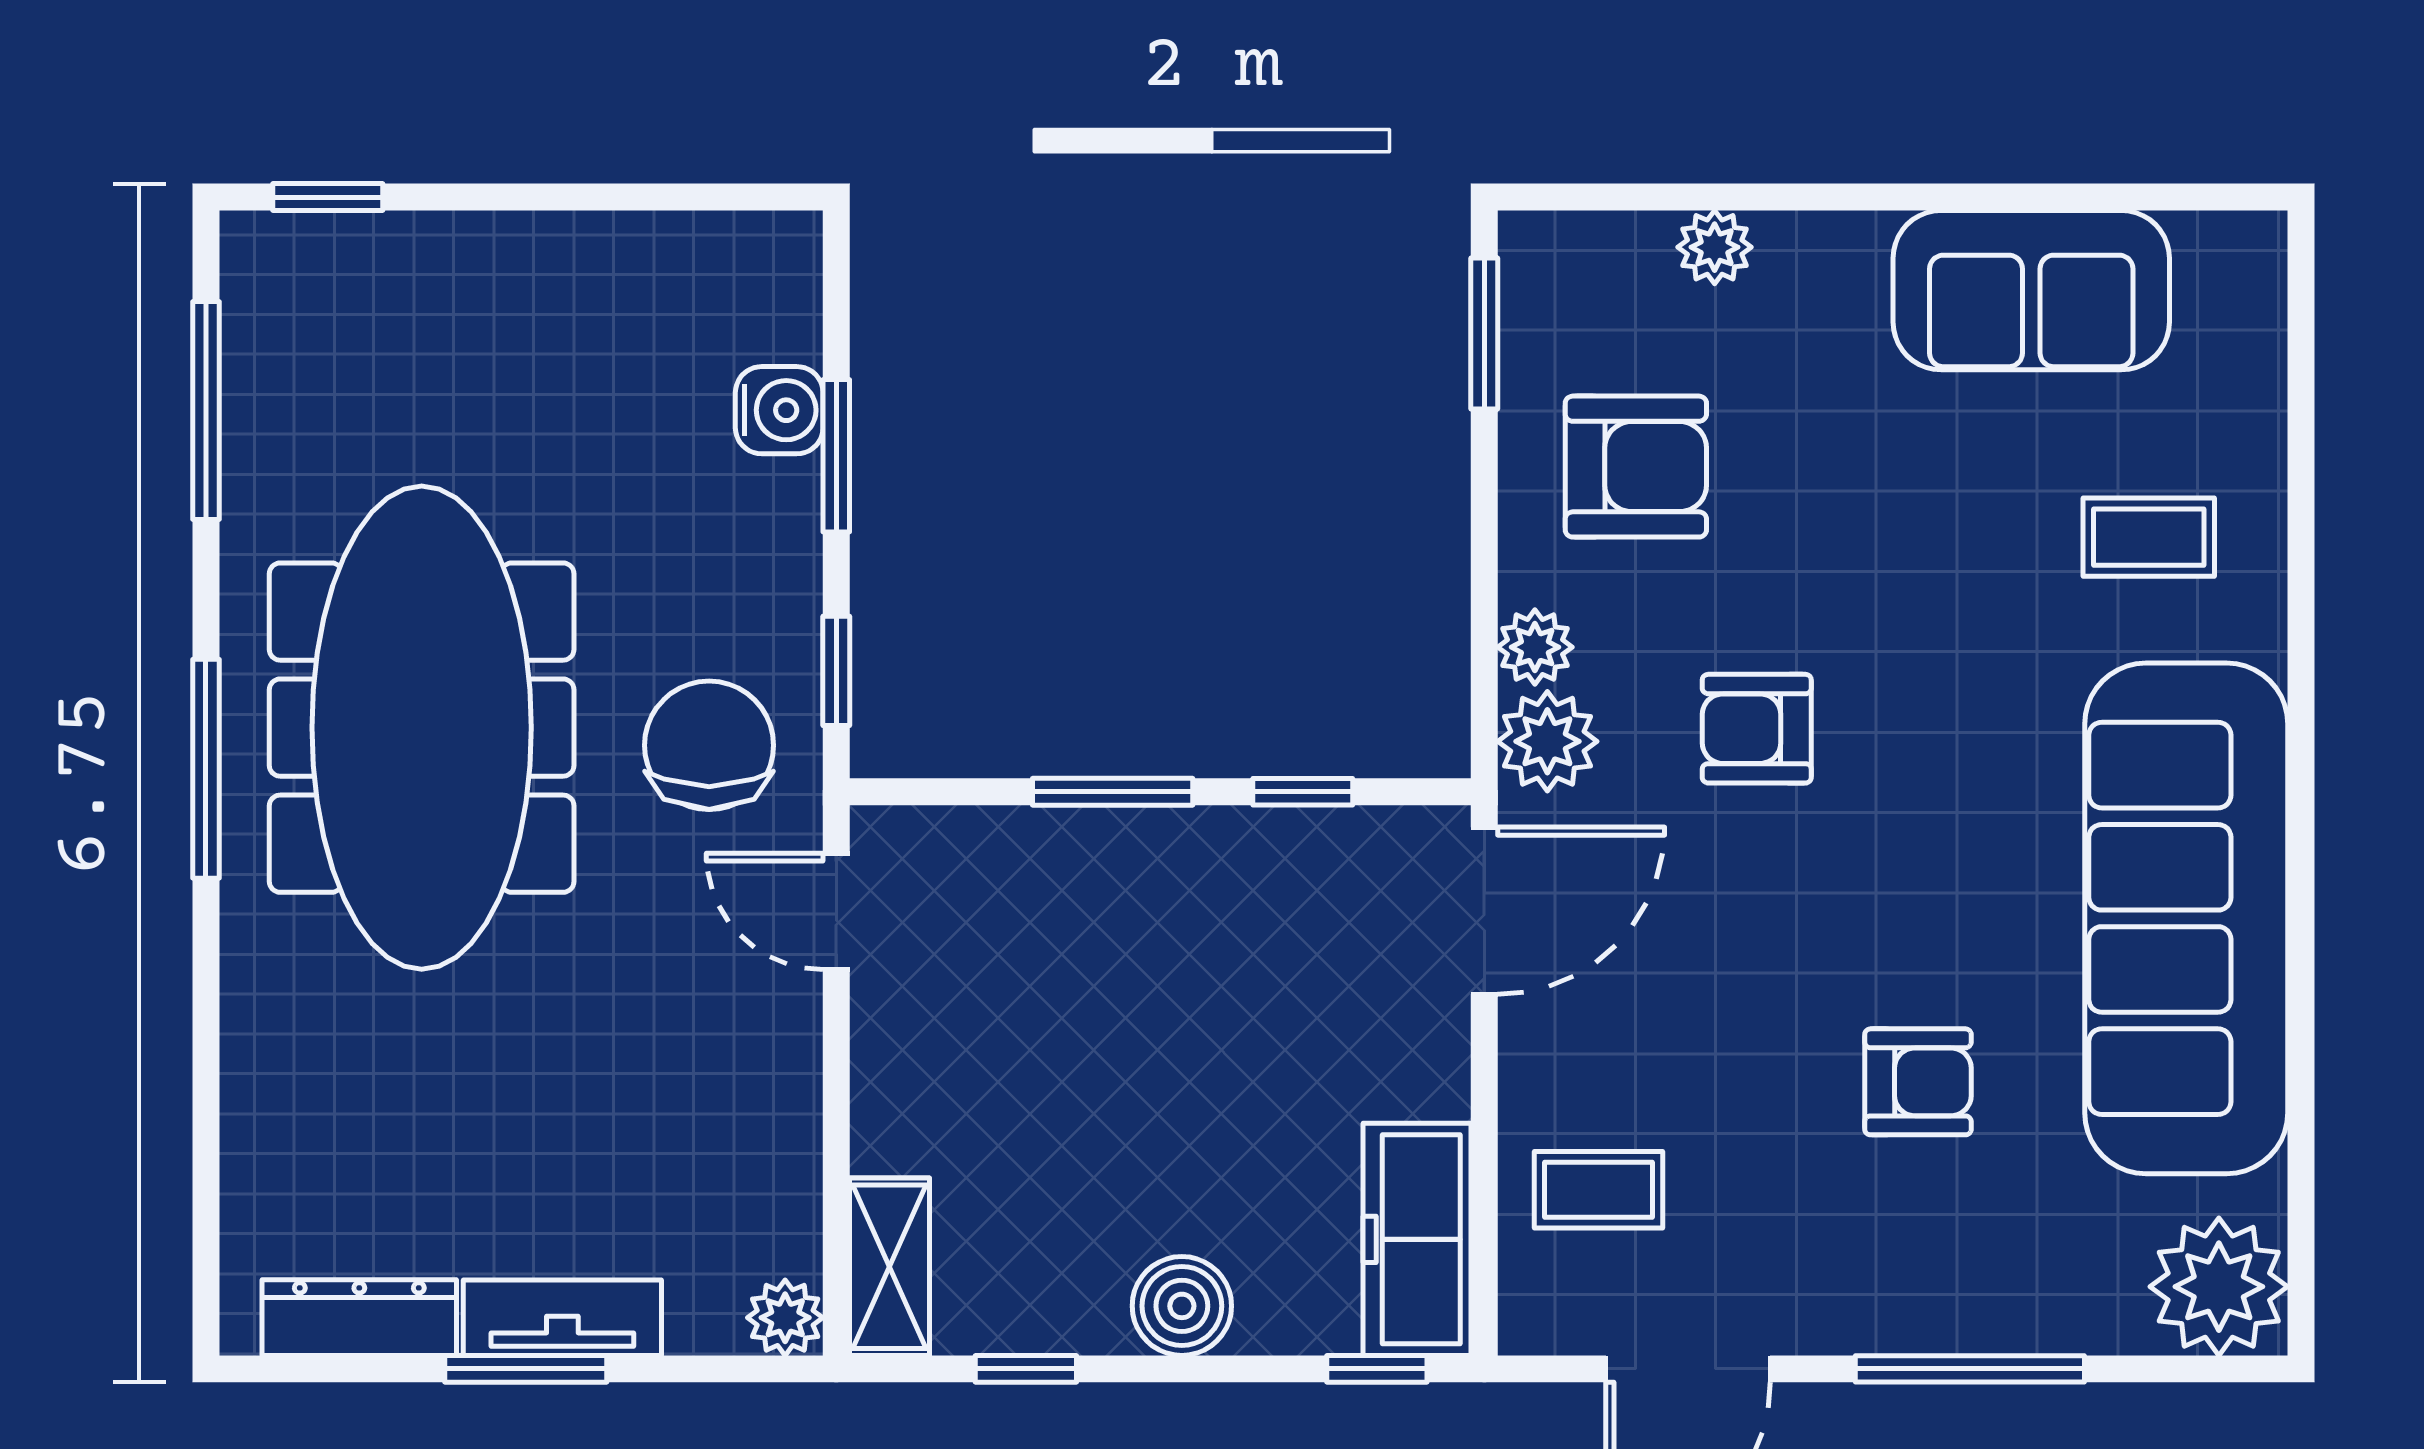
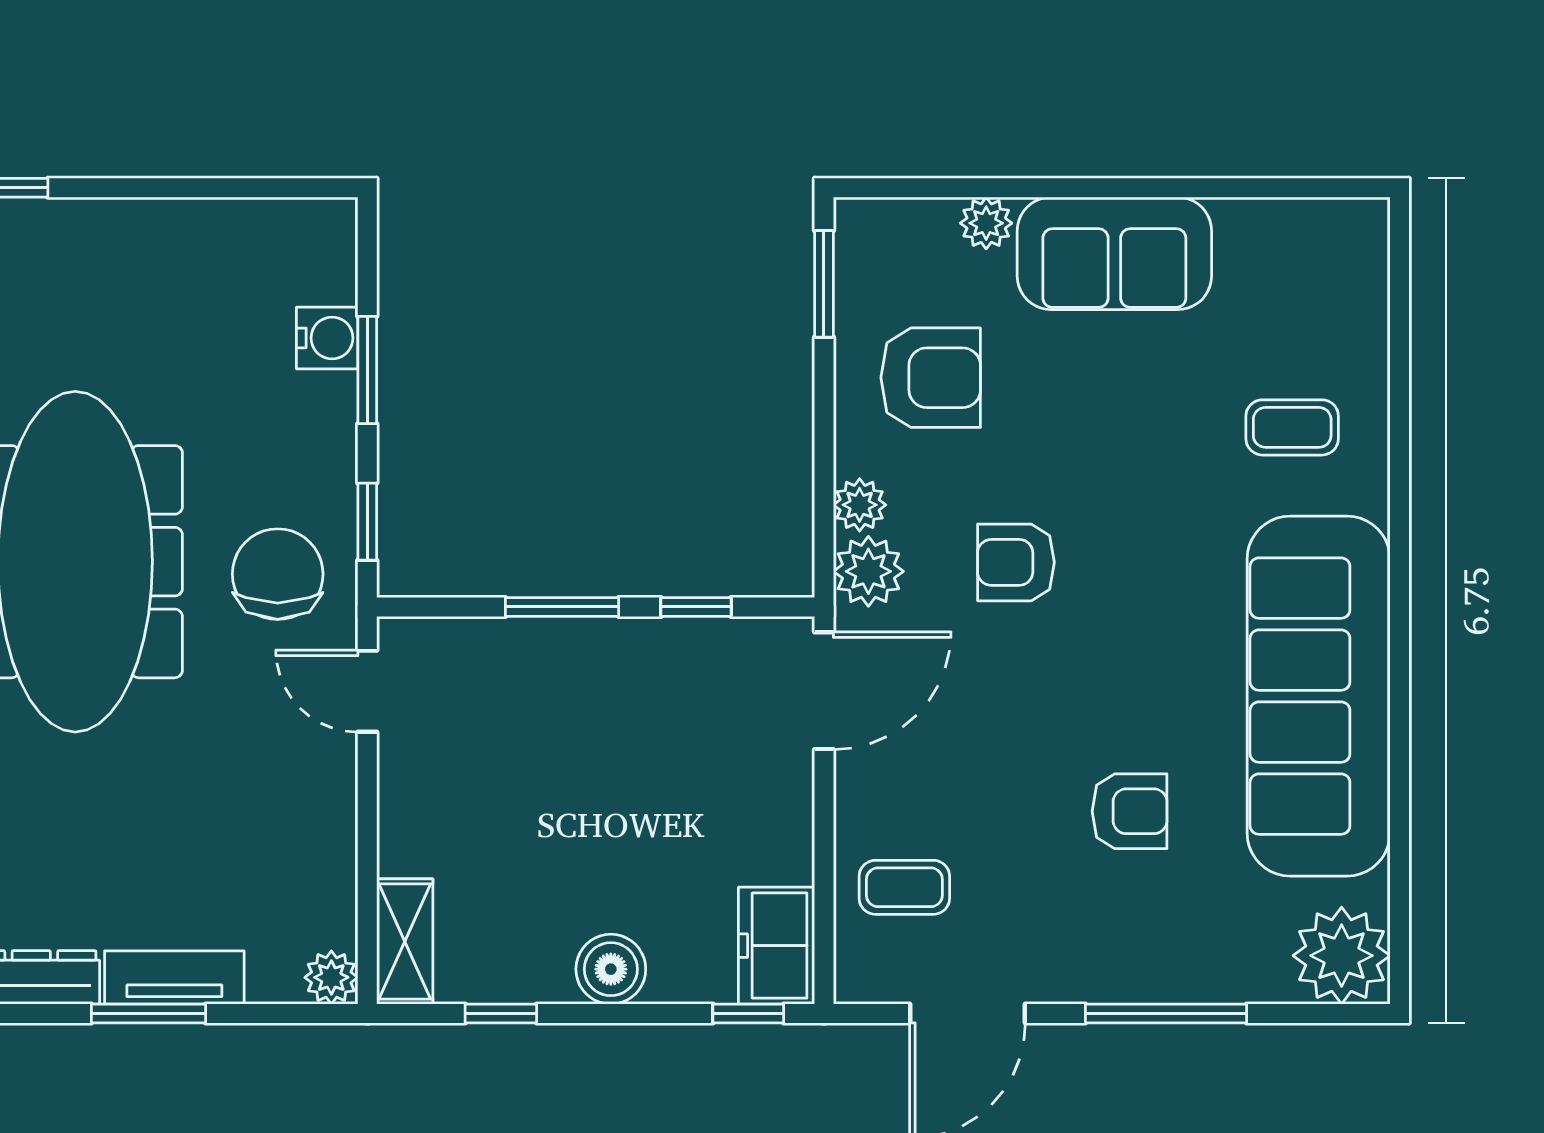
sofa: (2031, 290) -> (1114, 253), moved
freezer: (1417, 1239) -> (777, 946), width x0.71

